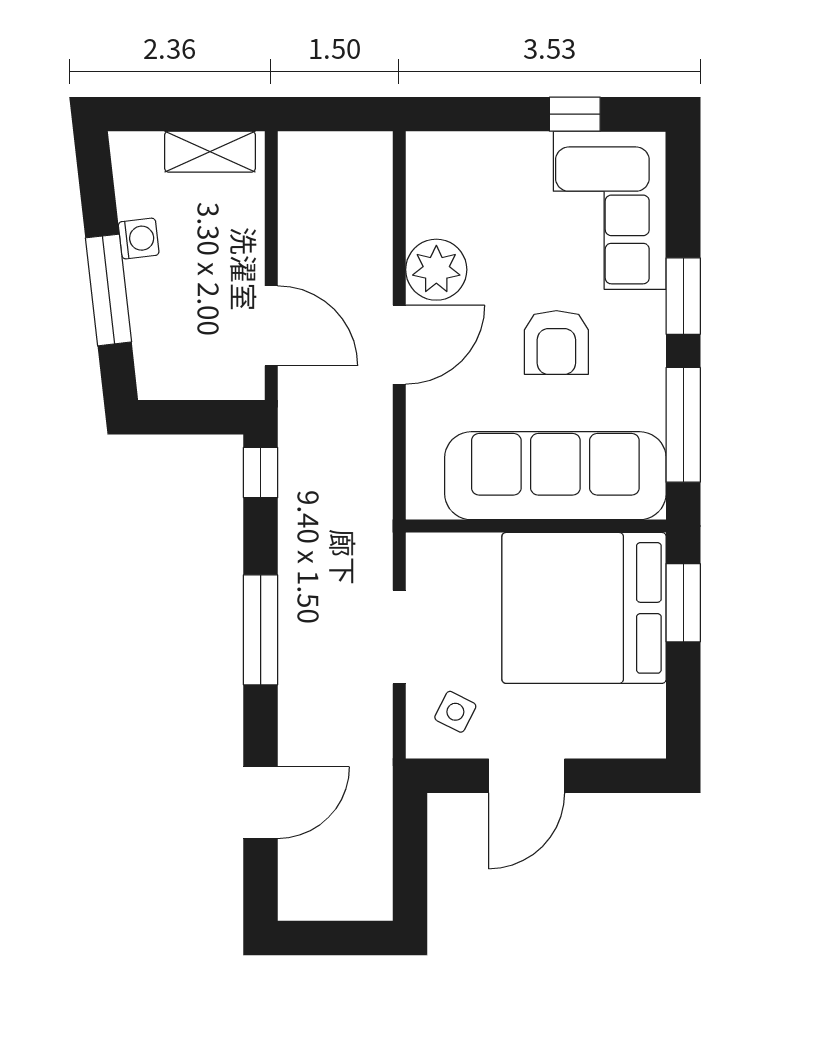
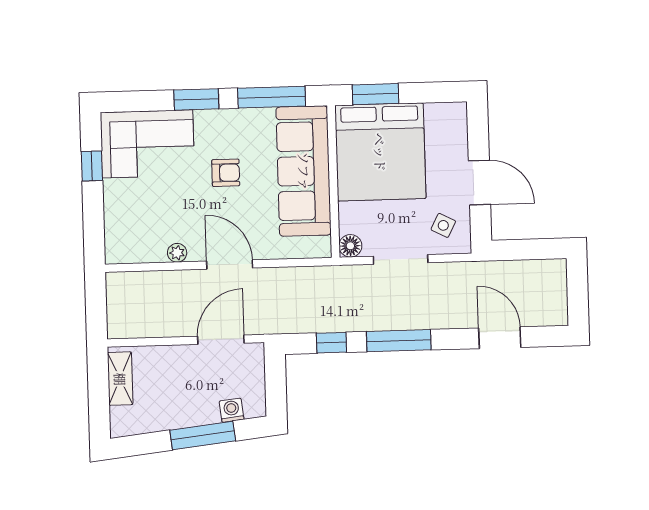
washing machine: (139, 238) -> (232, 410), moved
plant: (436, 270) -> (177, 253), width x0.53, depth x0.53
armchair: (556, 343) -> (226, 173), width x0.72, depth x0.72
window: (261, 473) -> (331, 343), moved
floor lamp: (425, 552) -> (350, 246), added

